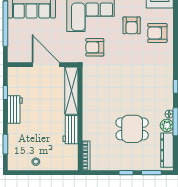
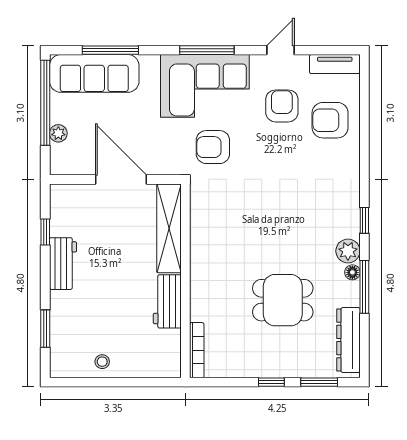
armchair: (132, 25) -> (282, 106), turned 180
plant: (12, 40) -> (58, 133), added
plant: (167, 125) -> (348, 251), moved

